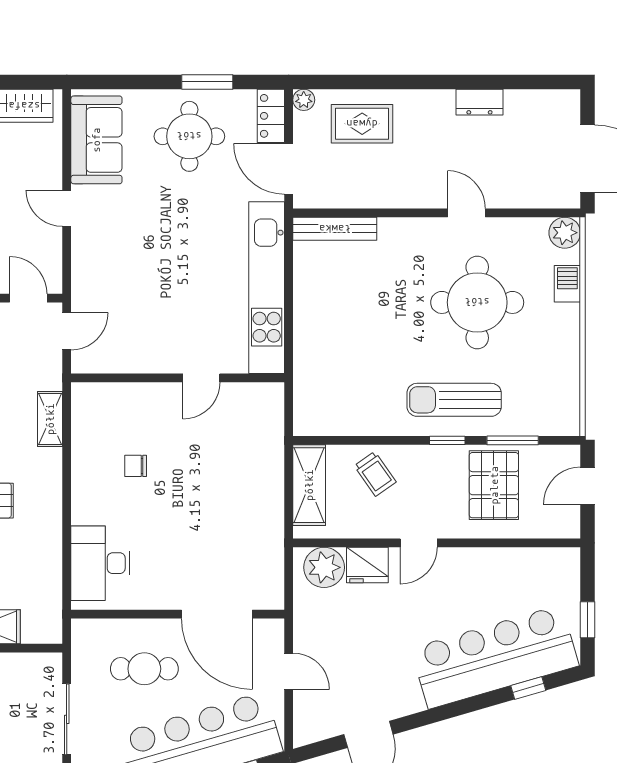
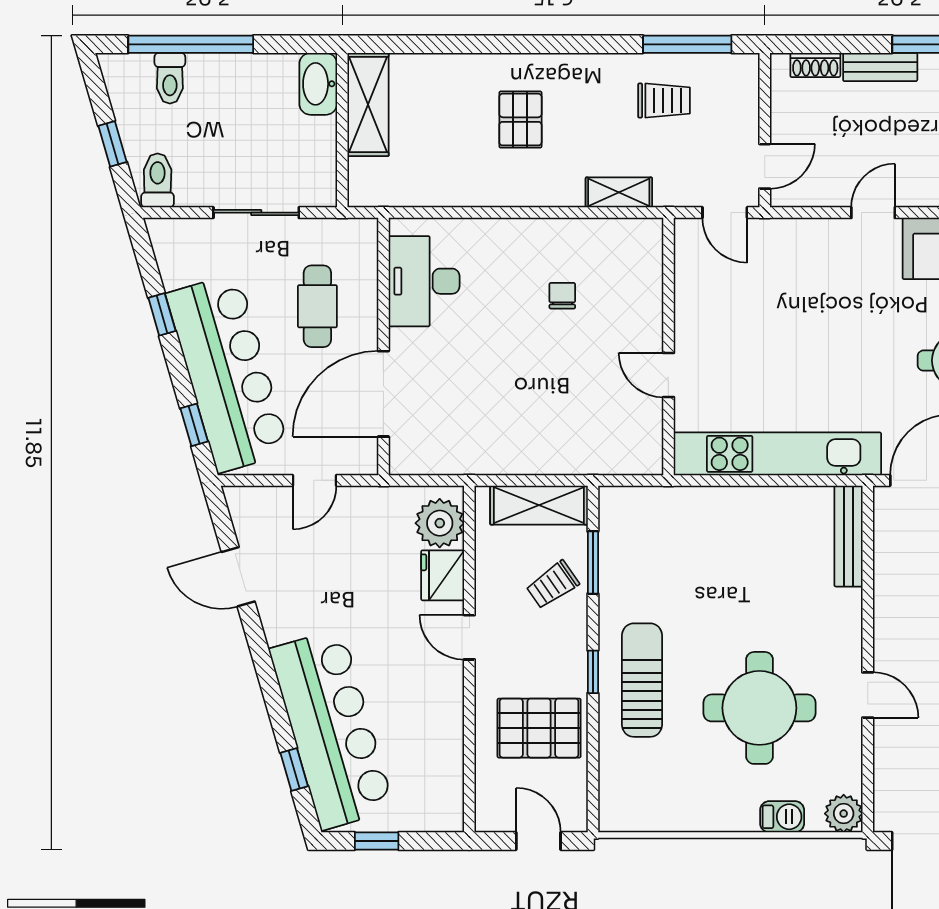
door: (466, 213) -> (868, 695), hinge flipped
window: (513, 440) -> (593, 563), moved
desk: (100, 563) -> (424, 281), moved, turned -90

